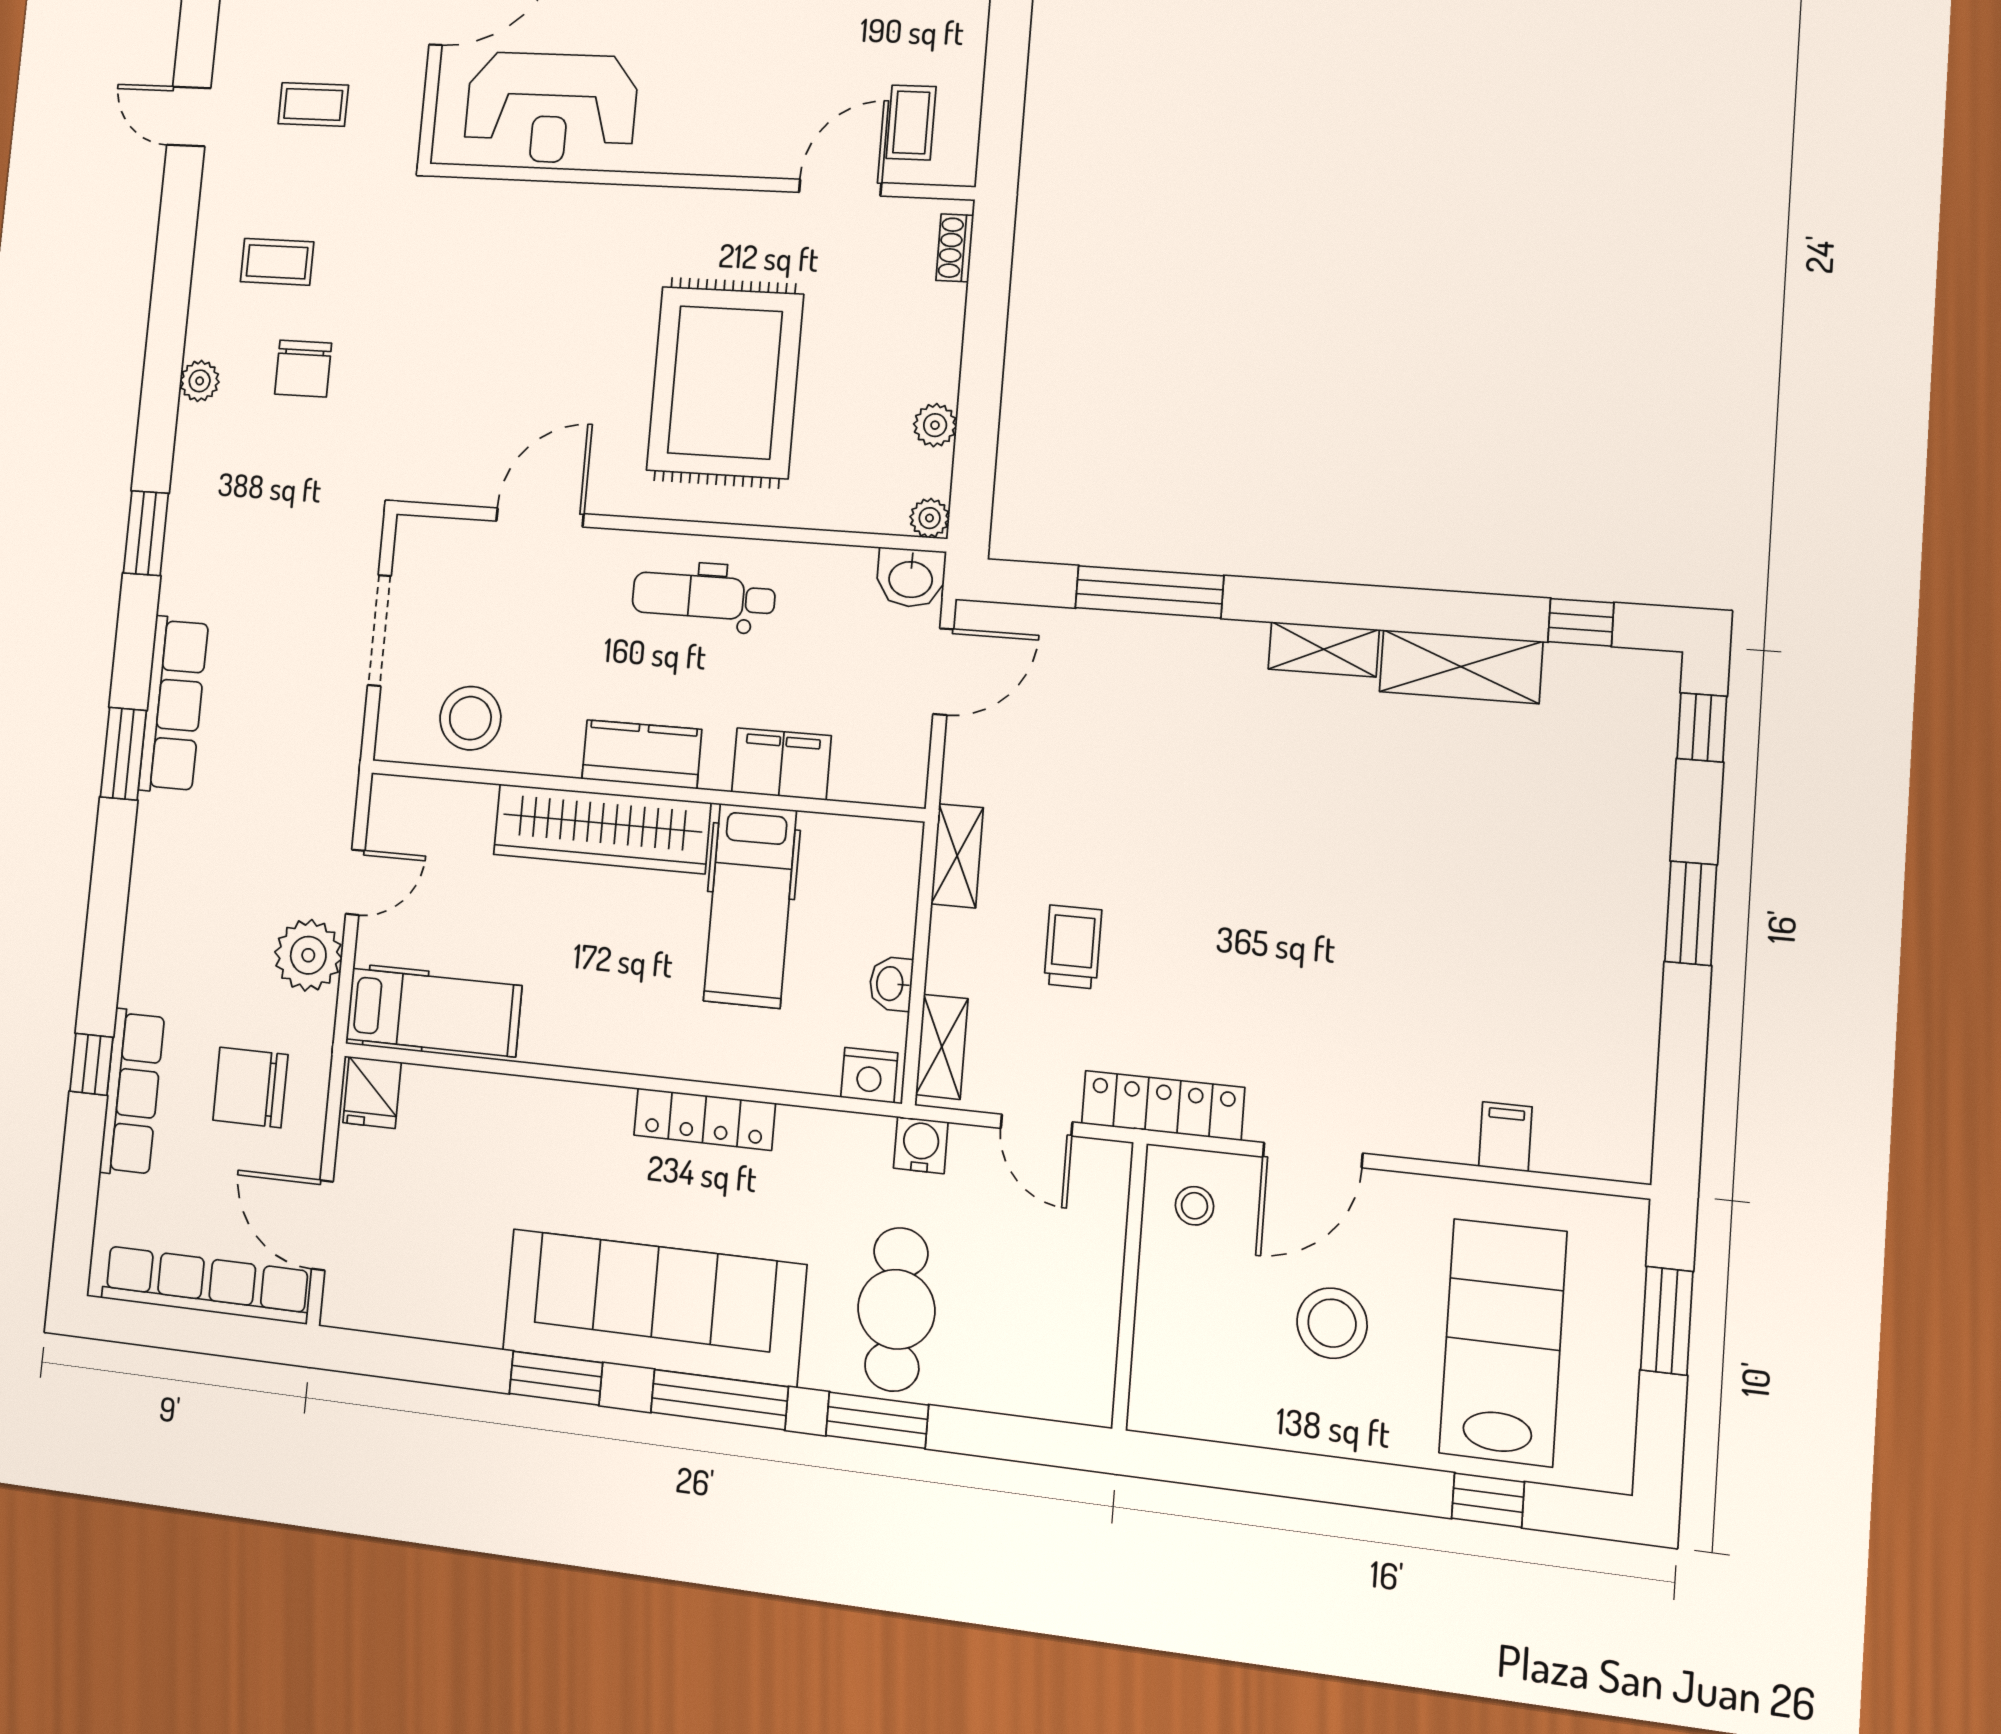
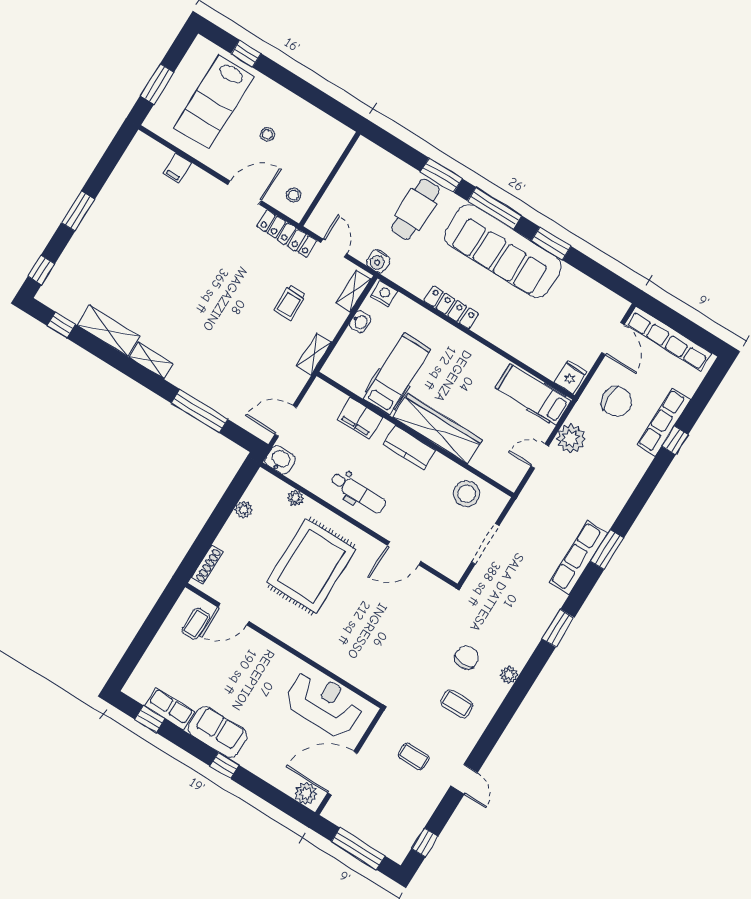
shoe rack: (955, 248) -> (207, 564), width x1.43
plant: (930, 518) -> (295, 498), moved
stool: (1332, 1323) -> (267, 134), width x0.53, depth x0.53

